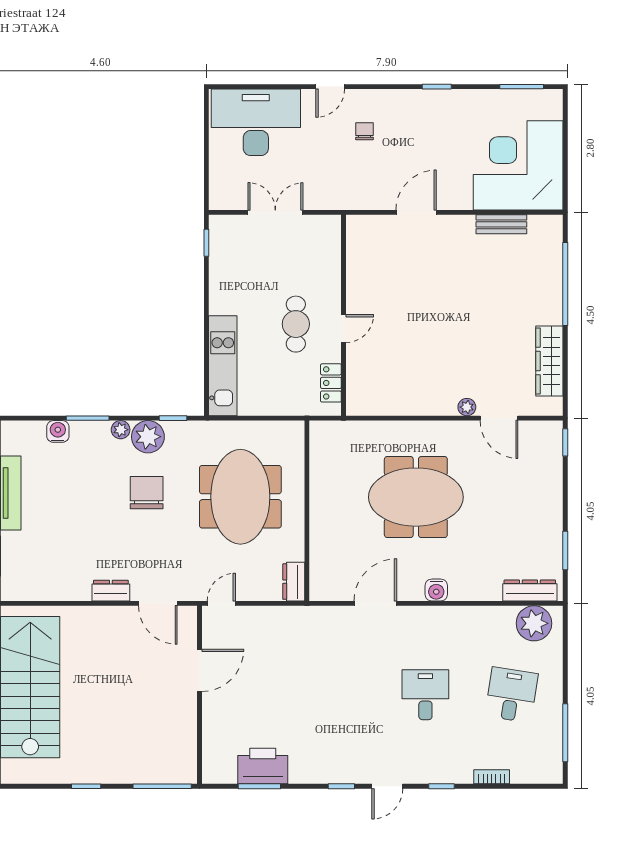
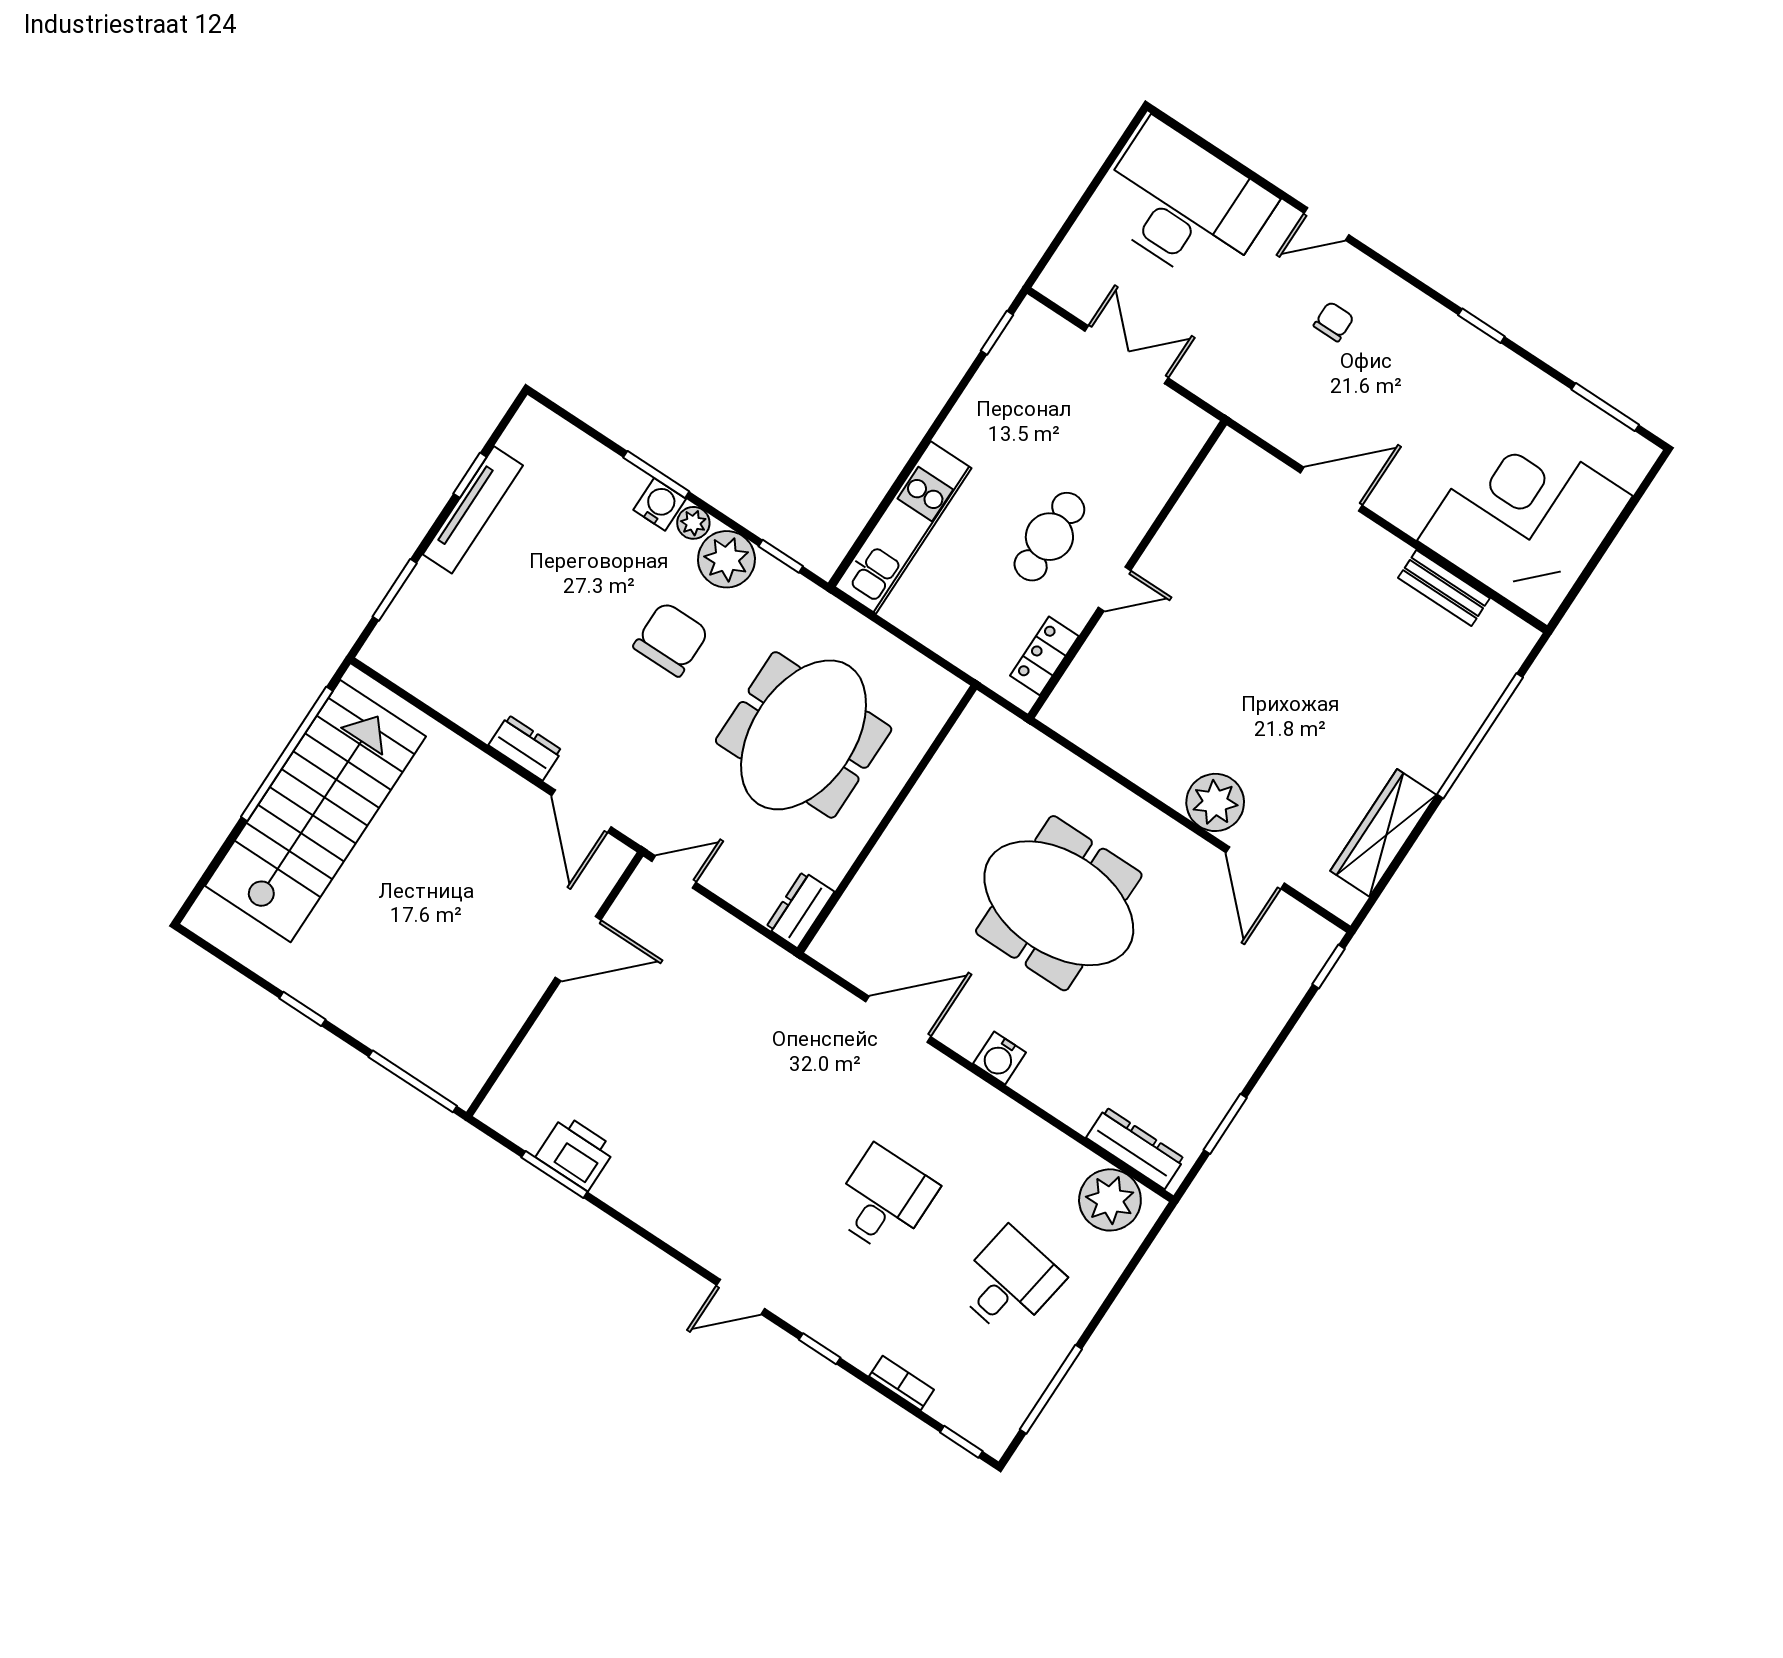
plant: (467, 407) -> (1215, 802), width x1.87, depth x1.87
water cooler: (58, 431) -> (660, 504), moved
printer: (263, 766) -> (576, 1153), width x0.73, depth x0.84
window: (341, 786) -> (961, 1442), moved

